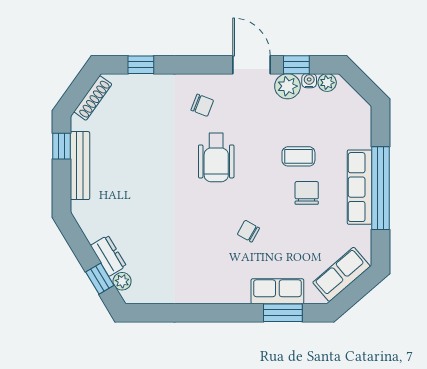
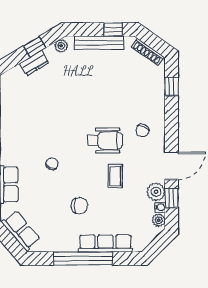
coffee table: (298, 156) -> (115, 176), moved
wheelchair: (216, 158) -> (105, 141), turned 180
row of seats: (360, 187) -> (105, 244), moved
window: (100, 279) -> (35, 47), moved
plant: (122, 281) -> (61, 46), moved

